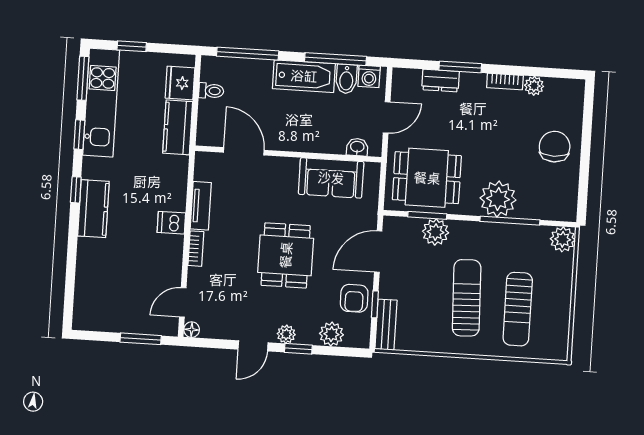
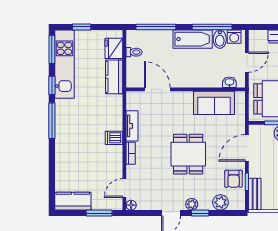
window: (76, 190) -> (52, 121), width x2.17
kitchen counter: (93, 209) -> (73, 201), moved, turned -90

